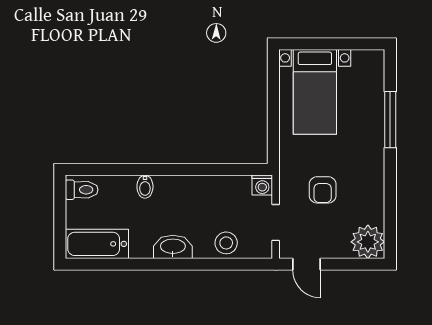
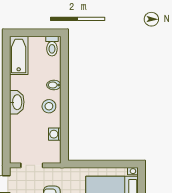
washing machine: (262, 185) -> (55, 134), moved
stool: (226, 243) -> (49, 106), moved

